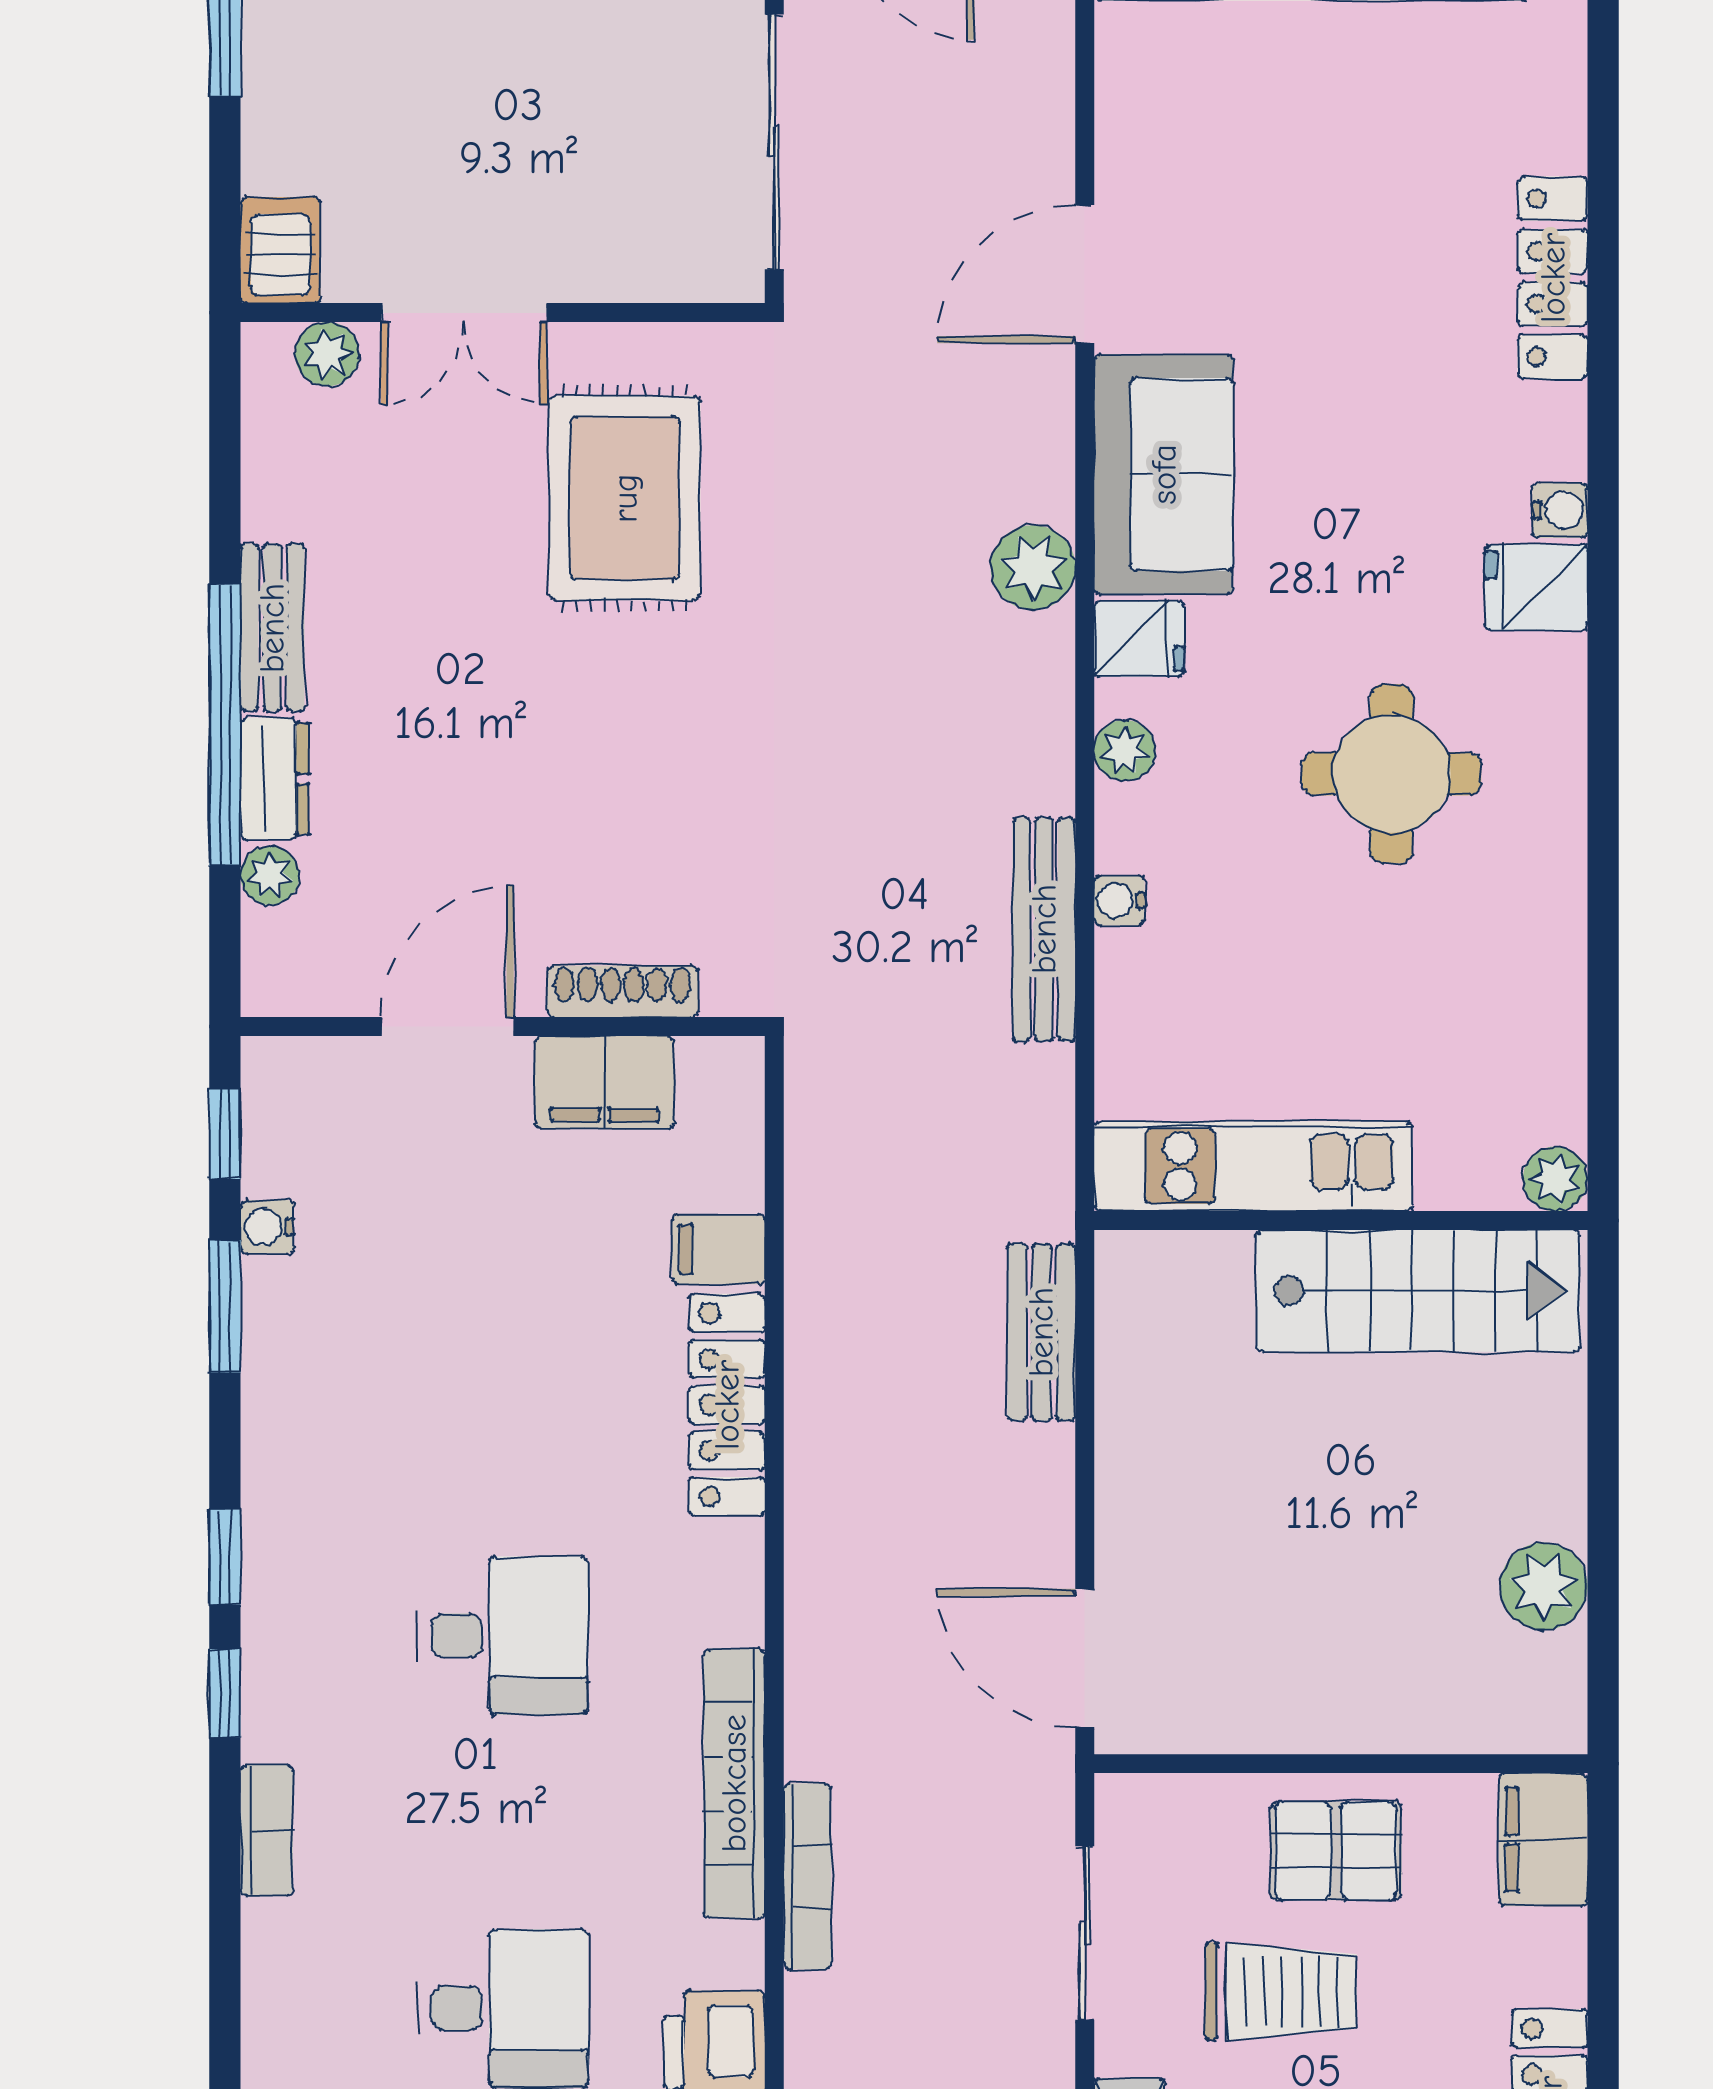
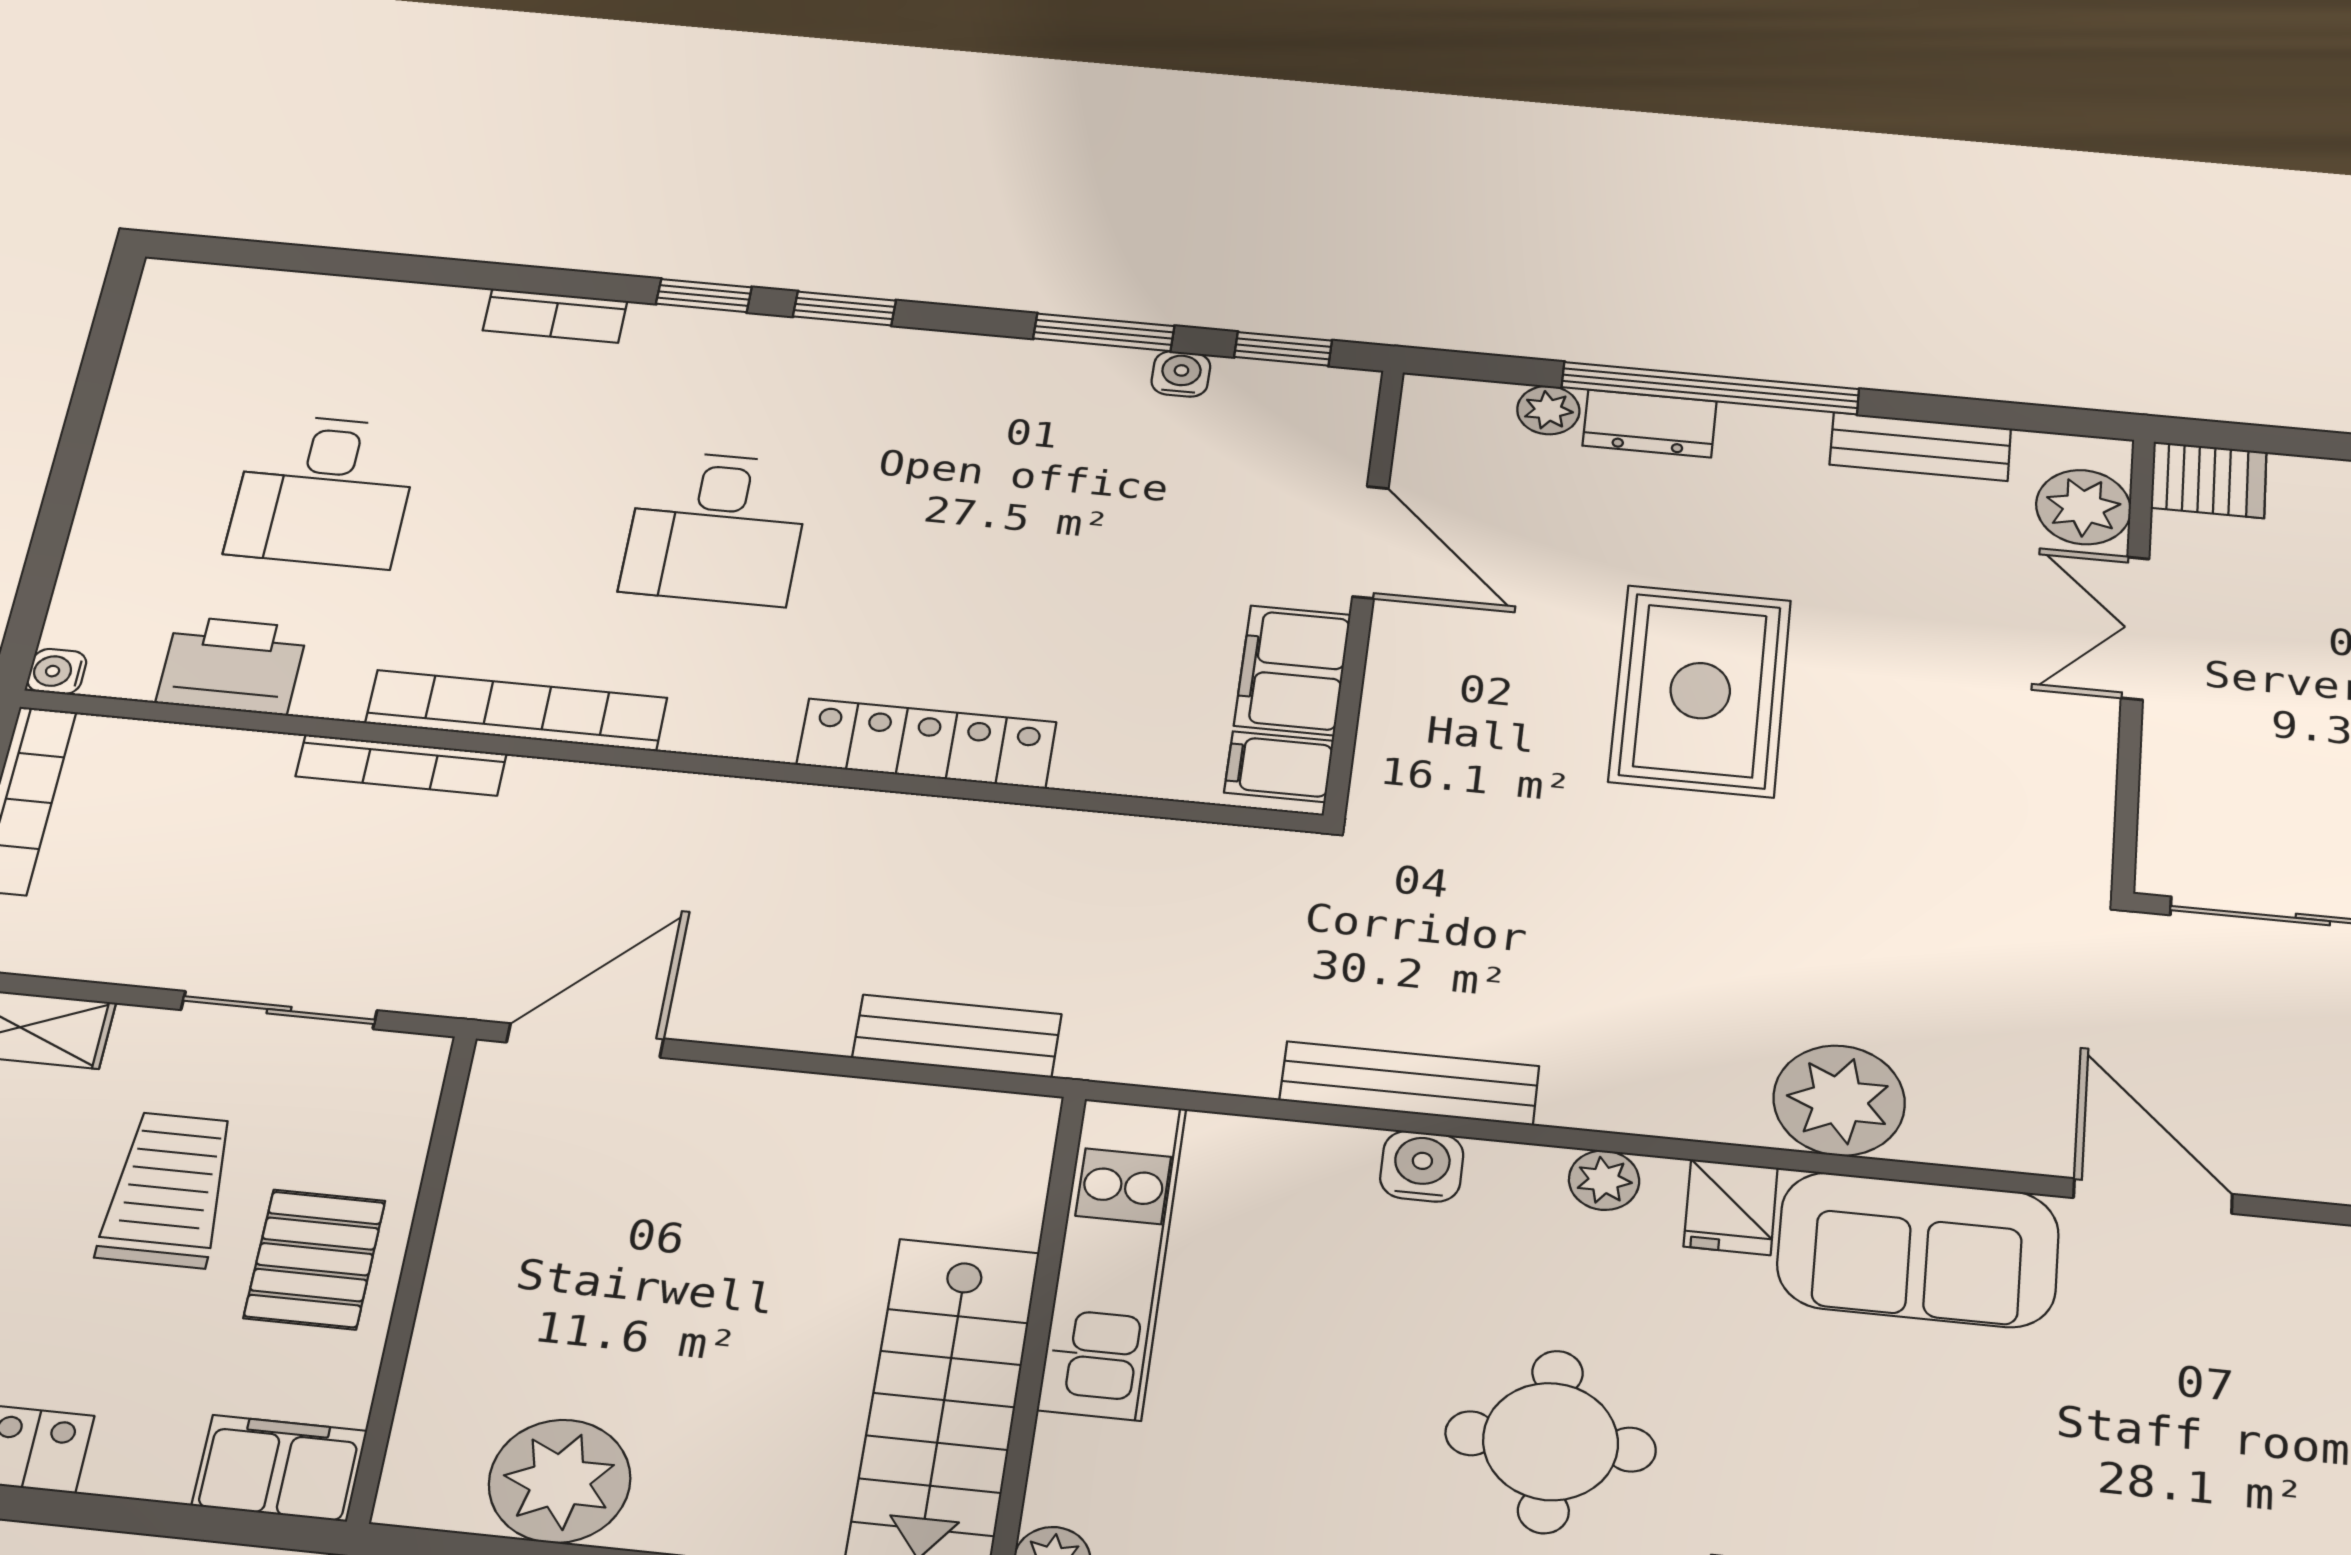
plant: (327, 354) -> (2083, 507), width x1.38, depth x1.38
rug: (625, 498) -> (1700, 691), moved, turned 90
plant: (1033, 567) -> (1839, 1100), width x1.36, depth x1.36
bench: (272, 628) -> (1920, 447), moved
water cooler: (1119, 900) -> (1422, 1166), width x1.38, depth x1.38
shoe rack: (623, 991) -> (1389, 695), removed
filing cabinet: (719, 1249) -> (1279, 767), moved, turned -90
plant: (1544, 1586) -> (560, 1481), width x1.36, depth x1.36
trolley: (1281, 1991) -> (168, 1190), turned 180

